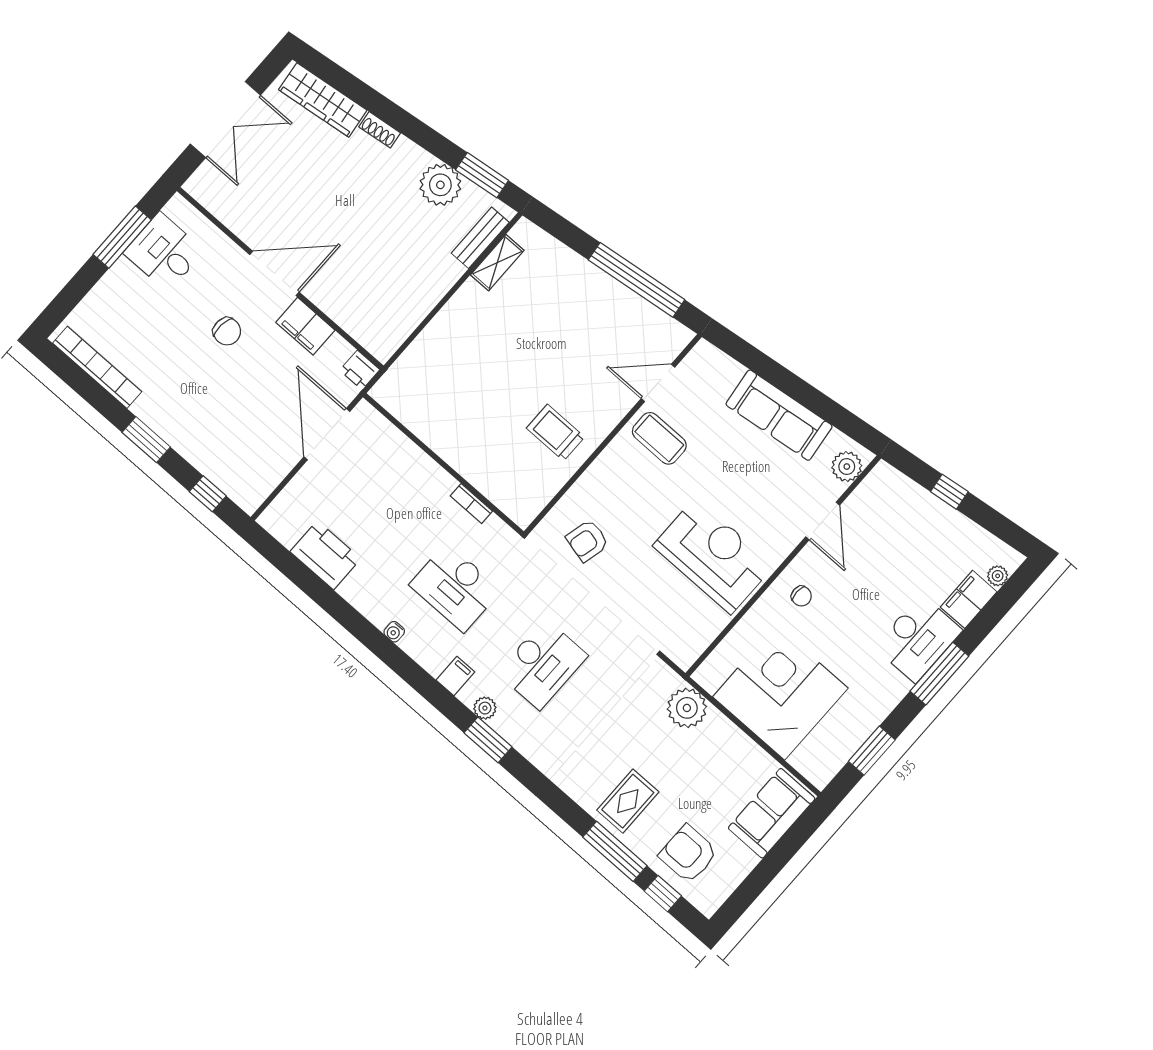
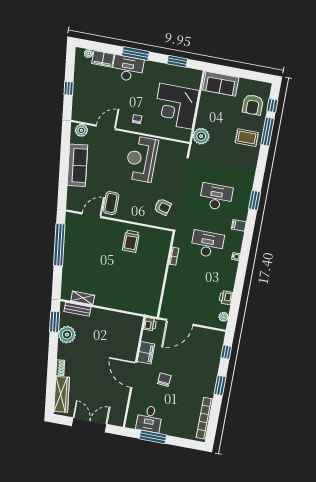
door: (658, 383) -> (91, 215), swing flipped
printer: (325, 555) -> (226, 298), width x0.53, depth x0.68
desk: (455, 588) -> (207, 244), turned -90
plant: (485, 708) -> (224, 317), moved

